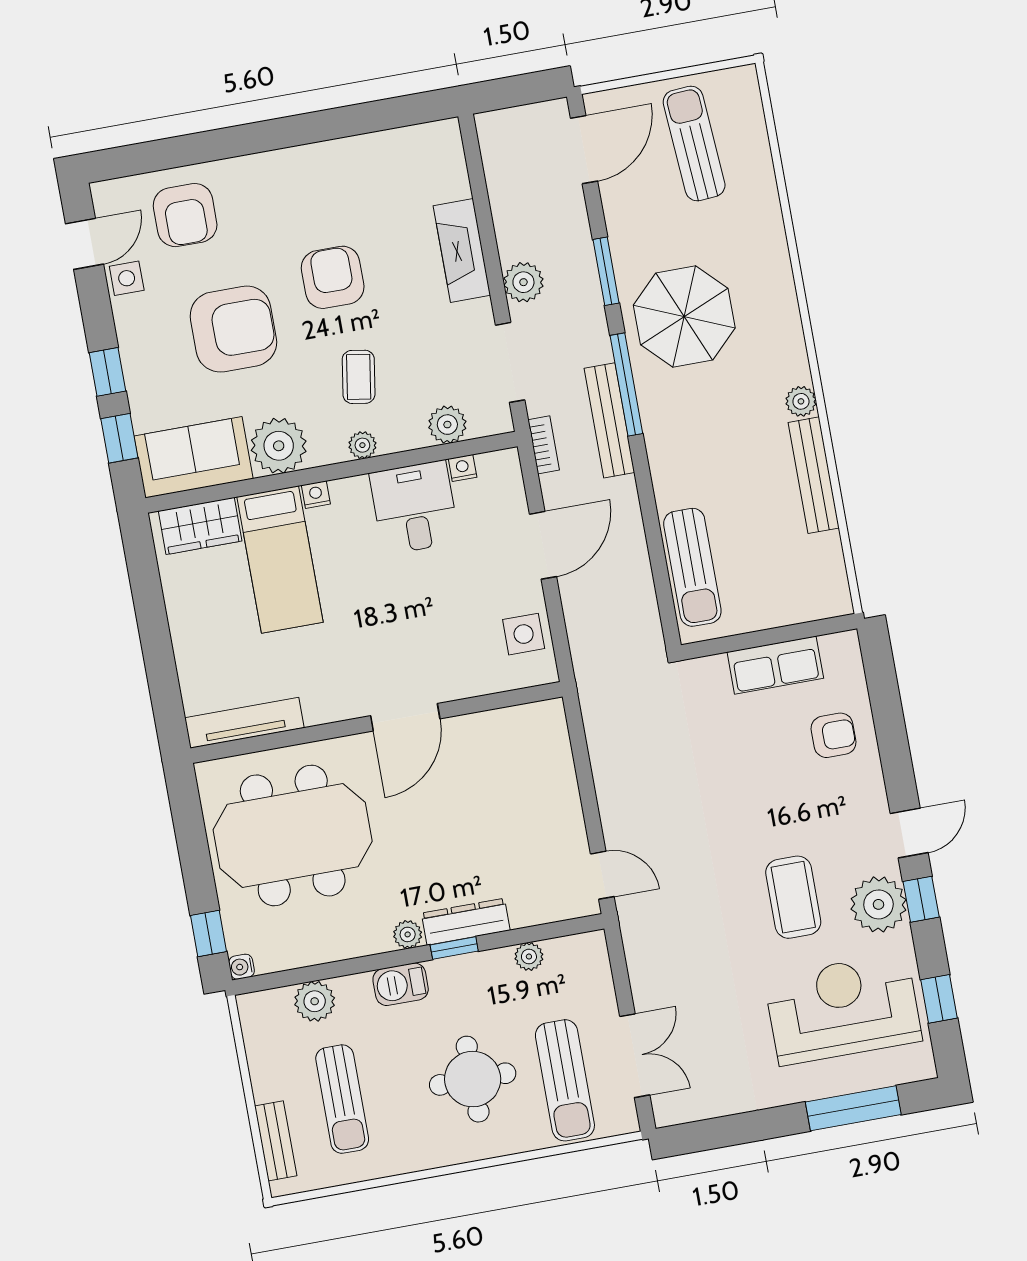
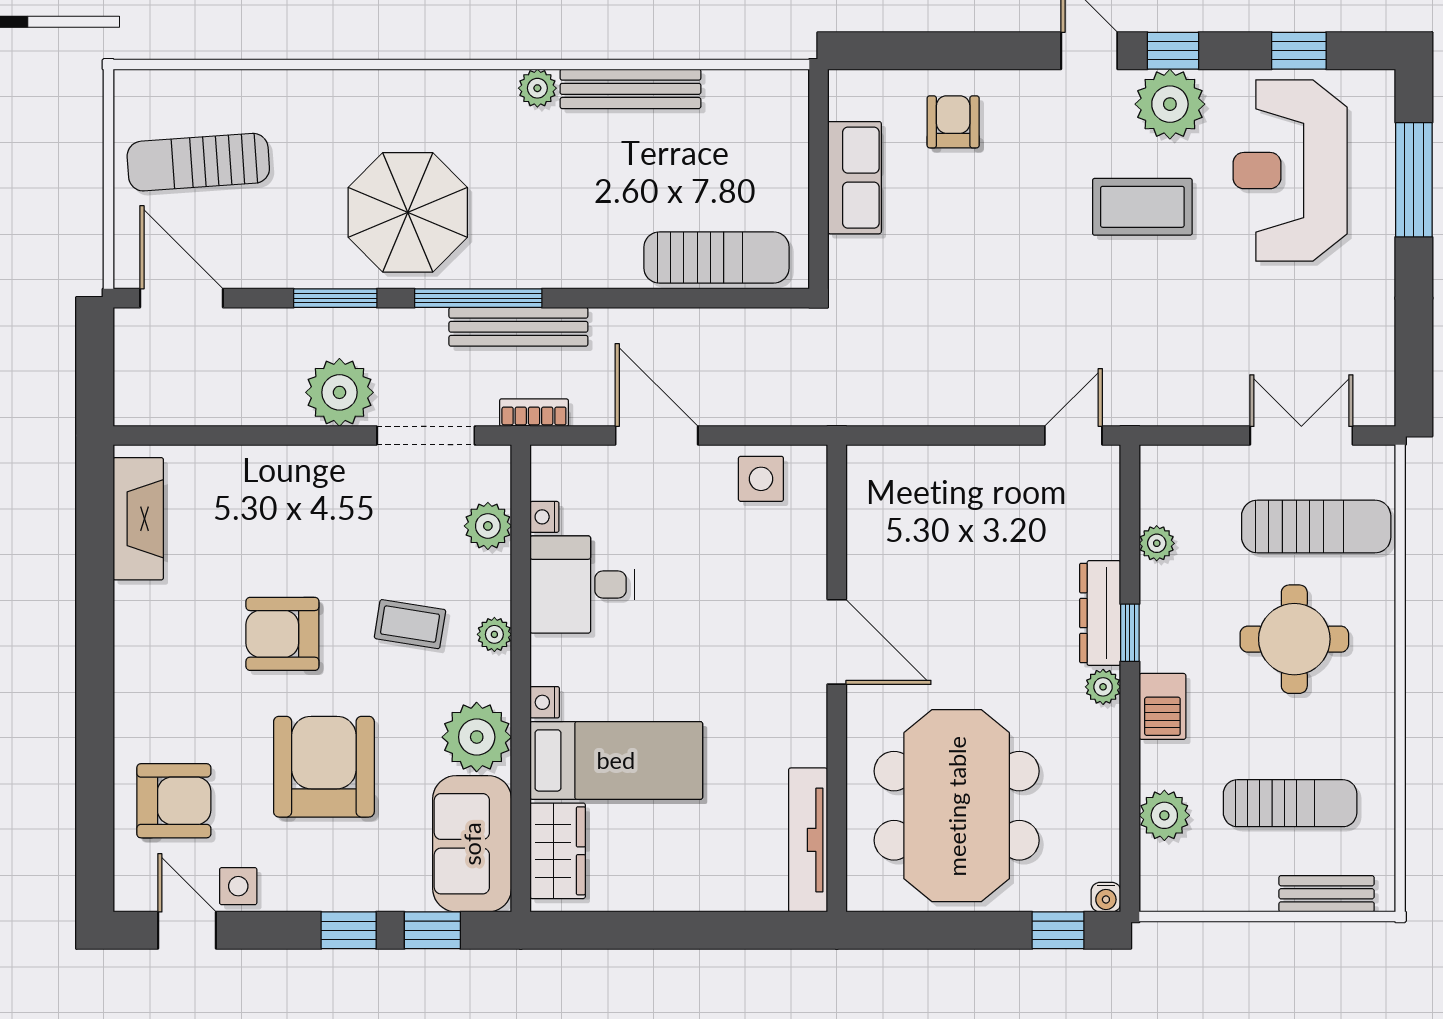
fireplace: (462, 251) -> (138, 519), moved, turned -90
plant: (523, 282) -> (339, 392), width x1.36, depth x1.36

